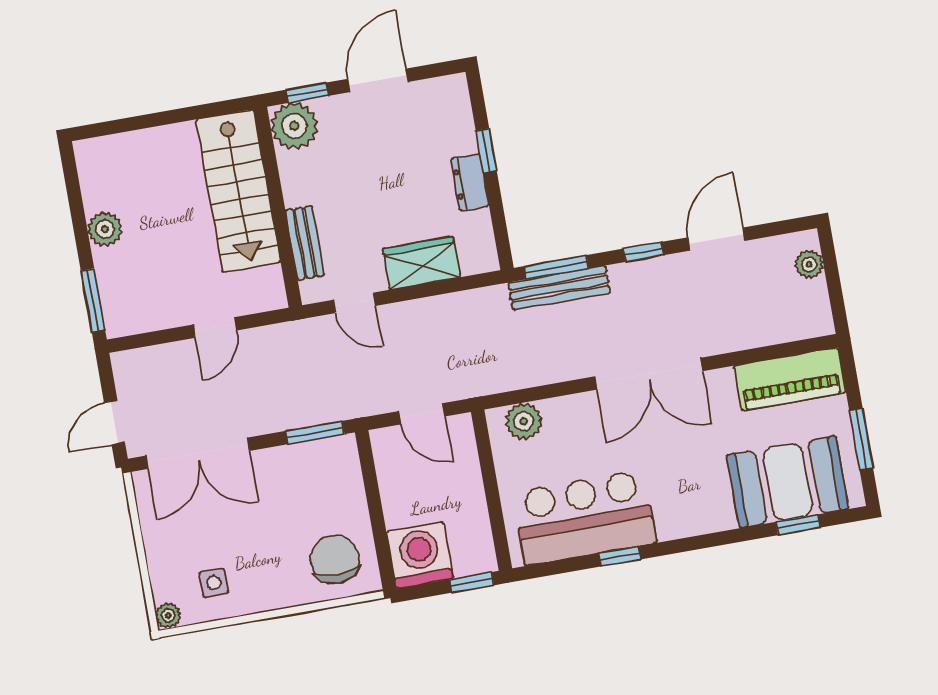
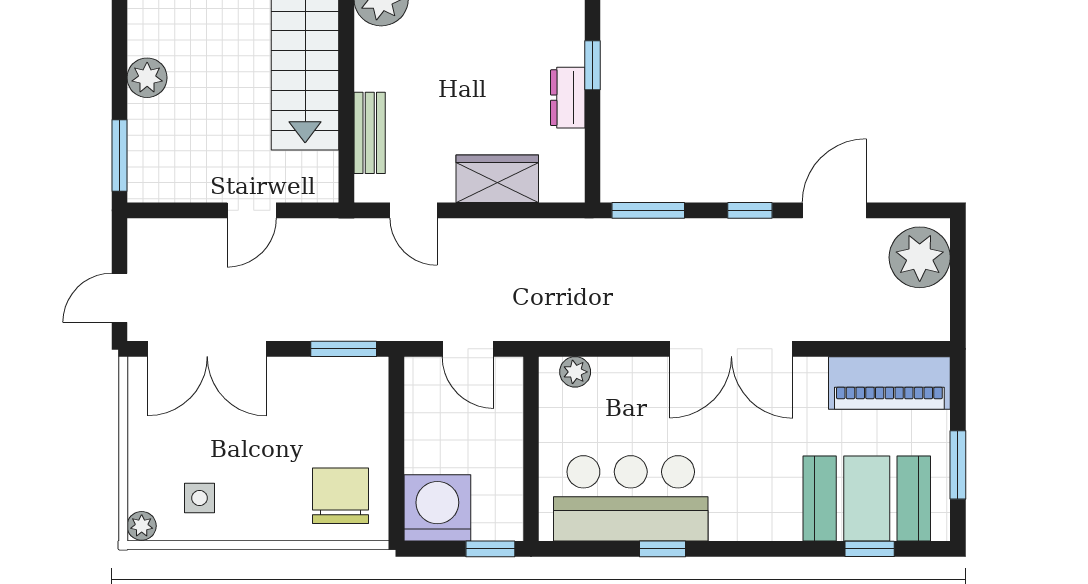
plant: (809, 264) -> (920, 257), width x1.87, depth x1.87
bench: (559, 288) -> (648, 234), removed
plant: (524, 421) -> (575, 372), width x0.73, depth x0.73

